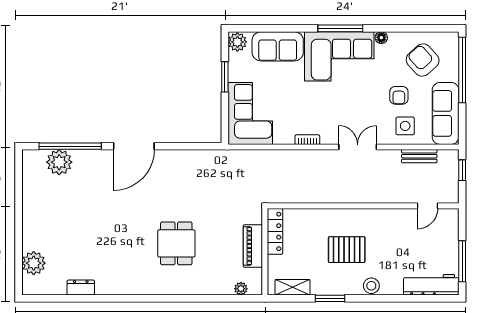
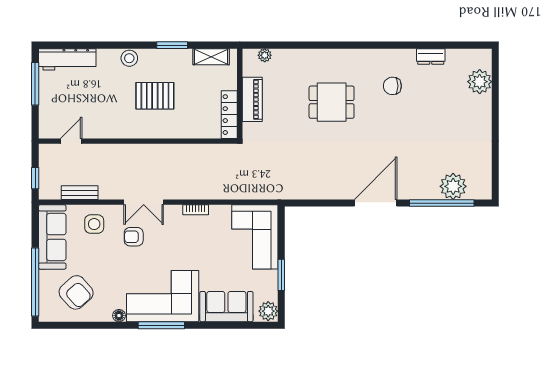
armchair: (399, 95) -> (134, 237), moved, turned -90
dining table: (176, 243) -> (332, 102), turned 90
chair: (118, 259) -> (392, 86), added

